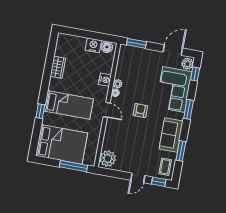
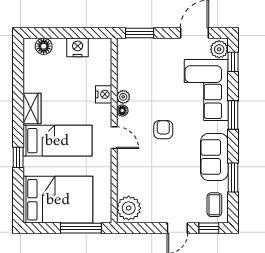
floor lamp: (107, 47) -> (44, 46), moved
wardrobe: (58, 67) -> (32, 108), moved

